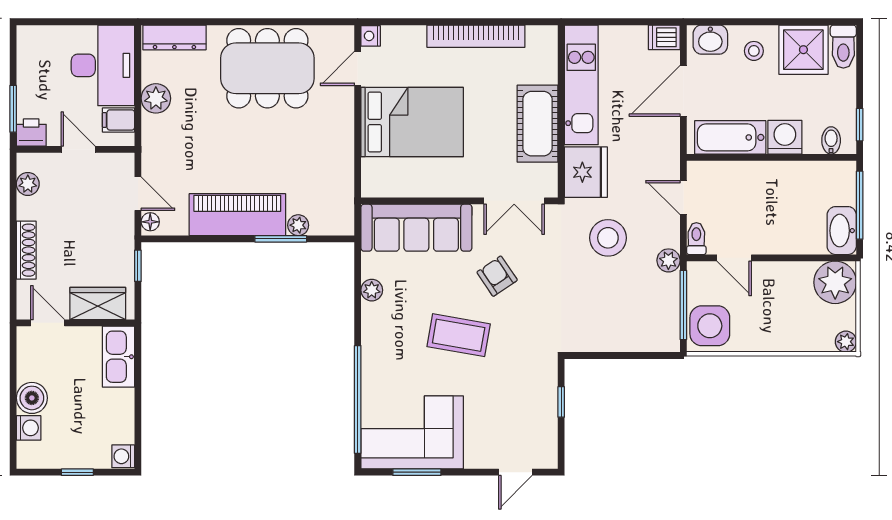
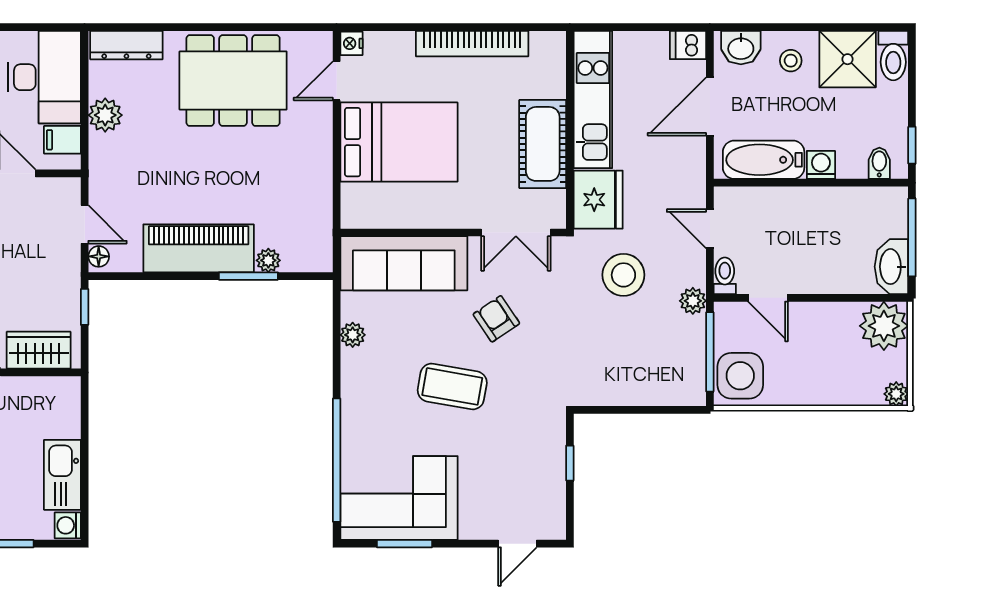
washing machine: (785, 137) -> (821, 165), width x0.73, depth x0.73
kitchen sink: (119, 357) -> (62, 475), moved

